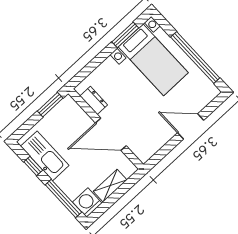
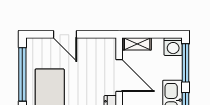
shelving: (110, 186) -> (137, 44), moved

